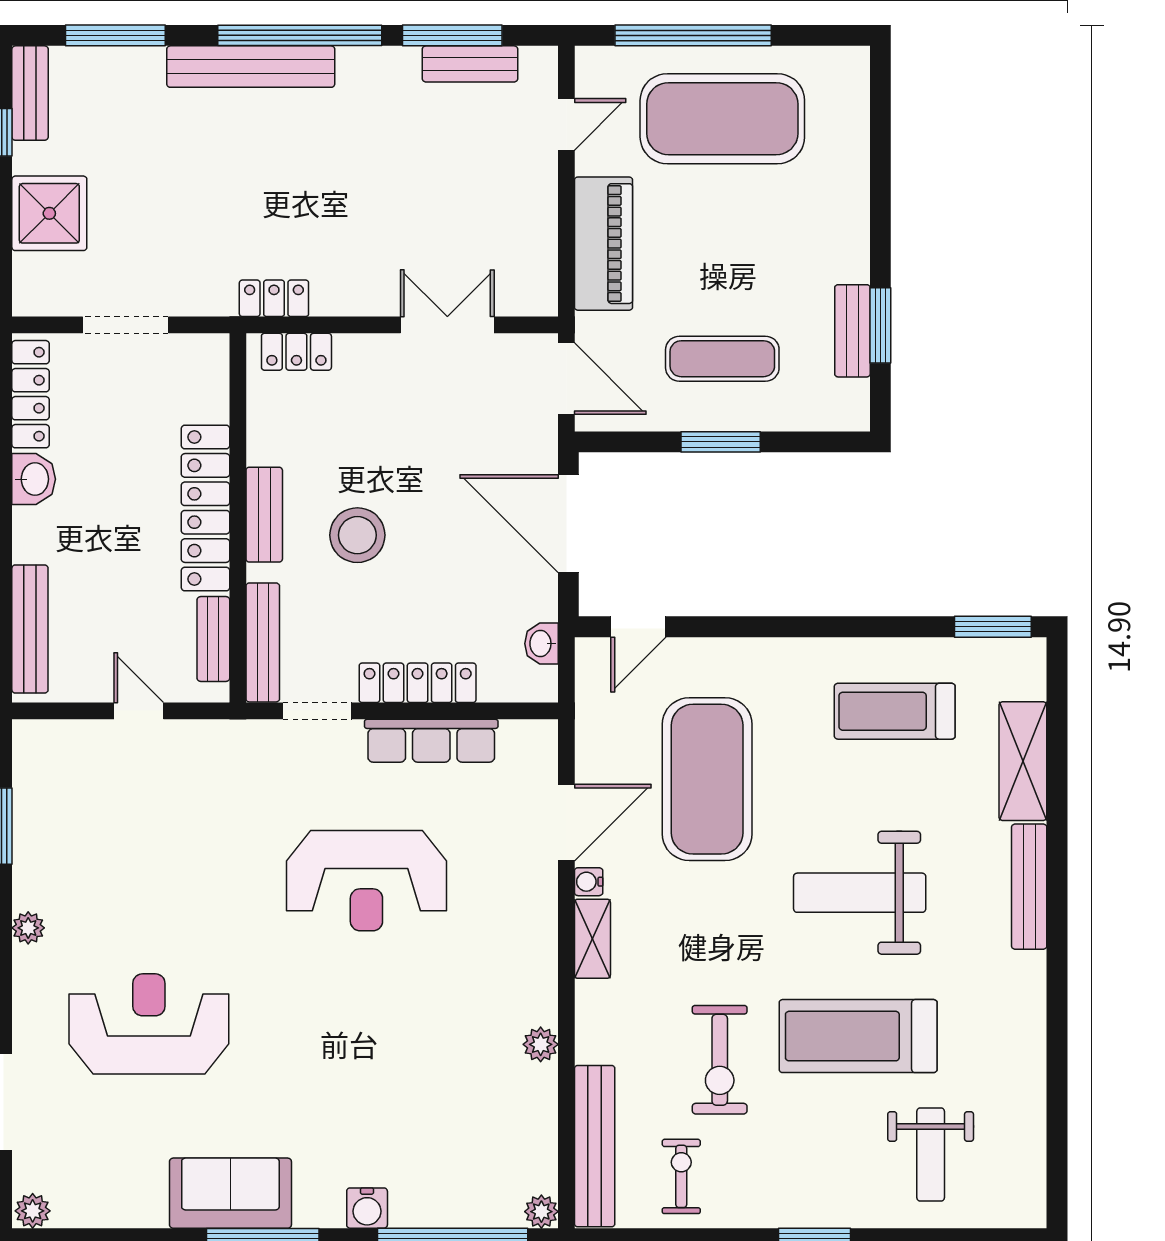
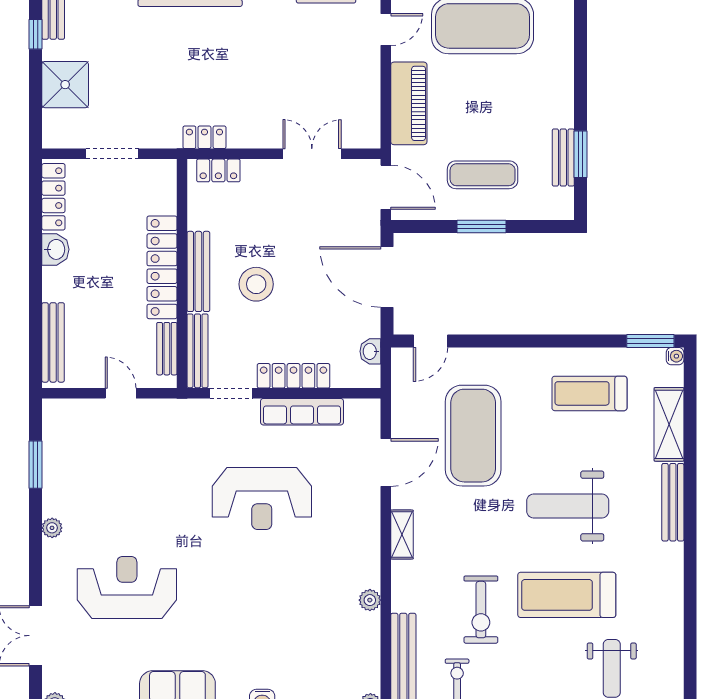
bench: (264, 515) -> (198, 271), width x1.36
water cooler: (589, 882) -> (675, 356), moved, turned 180

